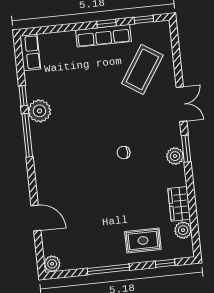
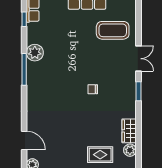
coffee table: (142, 69) -> (113, 30), turned 57
window: (23, 96) -> (24, 19), moved
plant: (175, 156) -> (130, 96), removed
door: (36, 218) -> (24, 140), moved

